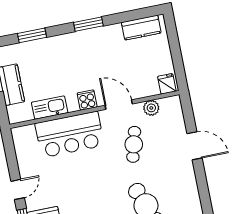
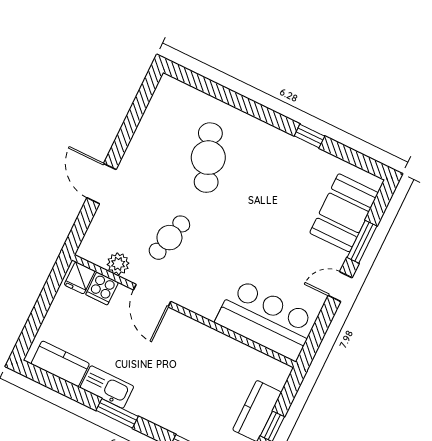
cooker: (87, 100) -> (102, 288), moved
kitchen sink: (50, 108) -> (107, 387), moved, turned 180
bar counter: (70, 134) -> (266, 320), moved

